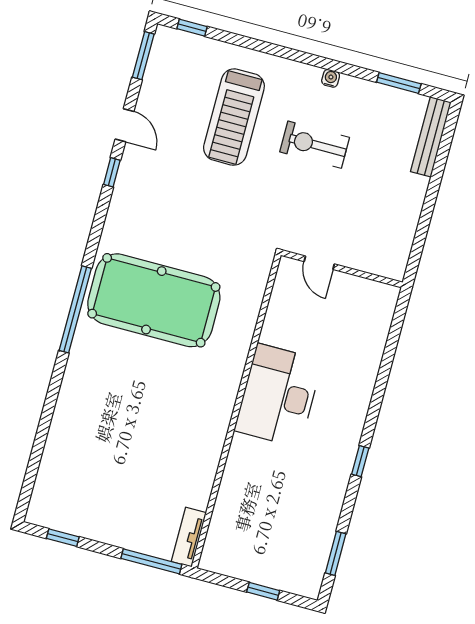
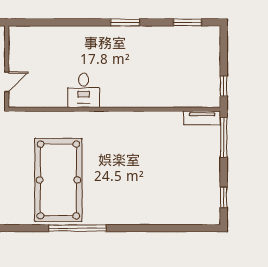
desk: (278, 395) -> (84, 90), width x0.53, depth x0.77
window: (360, 461) -> (125, 22), width x1.50
window: (263, 591) -> (224, 86), moved

